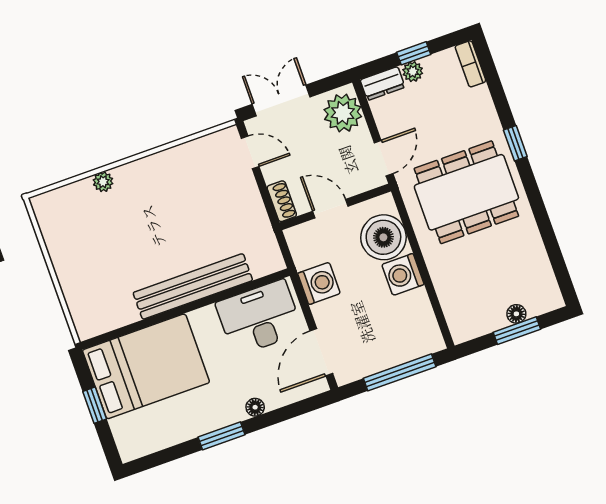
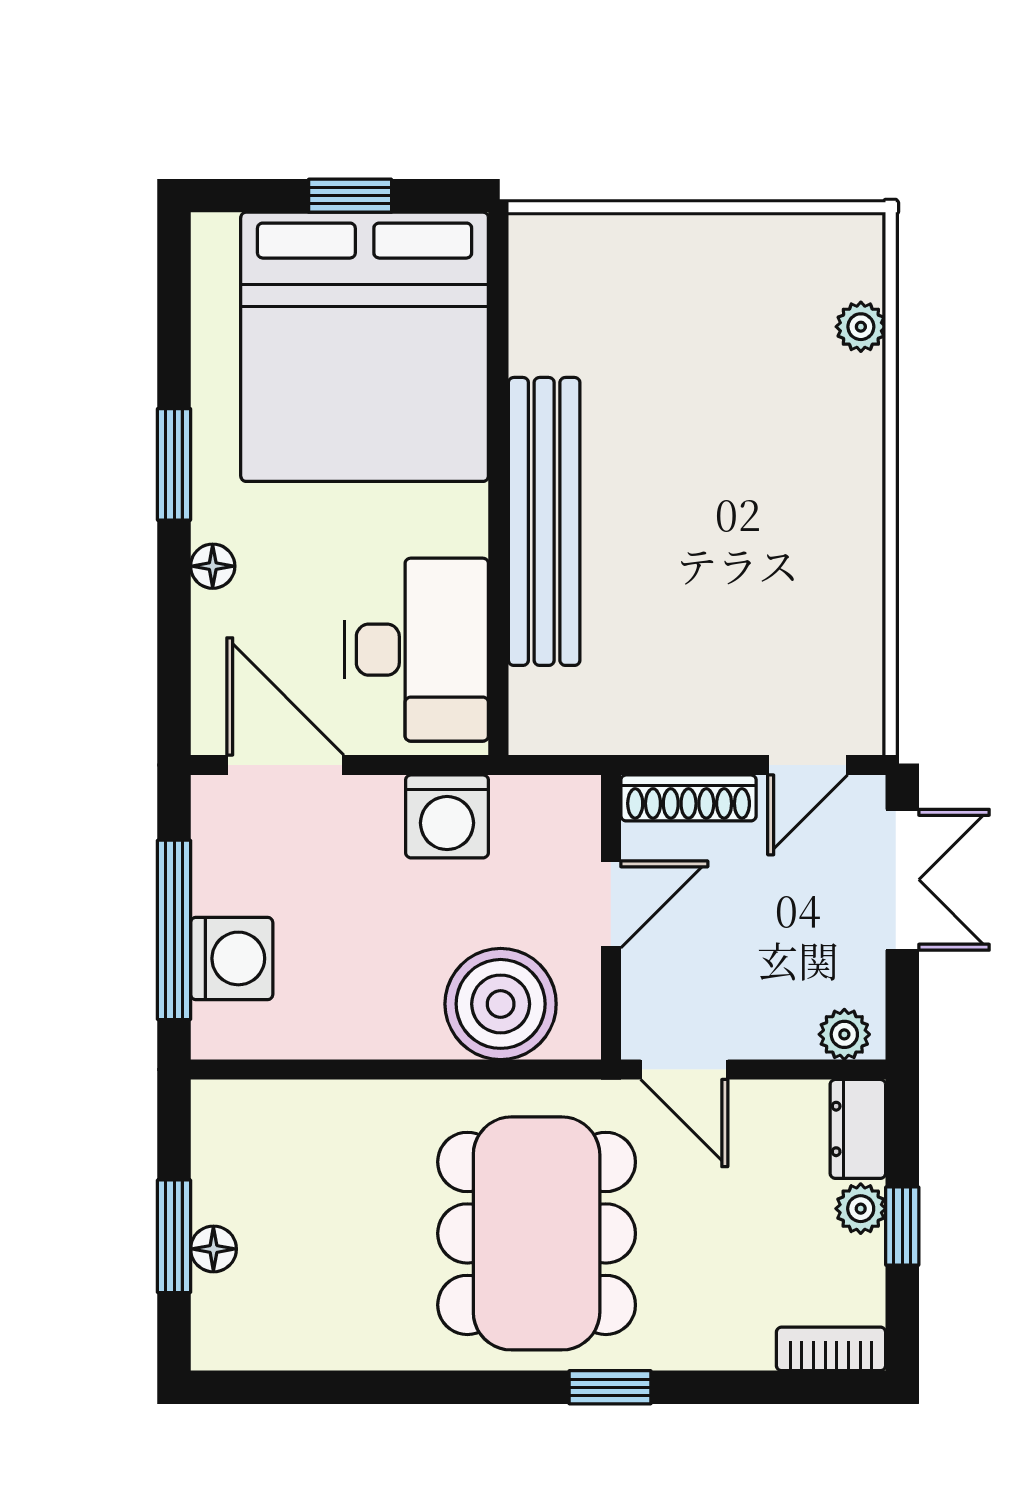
plant: (343, 113) -> (844, 1034), width x0.53, depth x0.53
plant: (103, 182) -> (861, 327), moved
shoe rack: (282, 201) -> (689, 798), width x1.43
washing machine: (403, 274) -> (232, 958), moved, turned 90
bed: (146, 366) -> (365, 347), width x1.36

